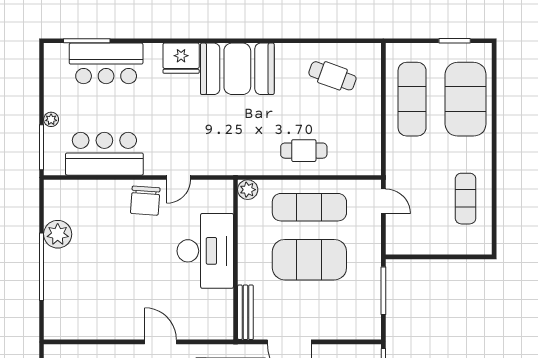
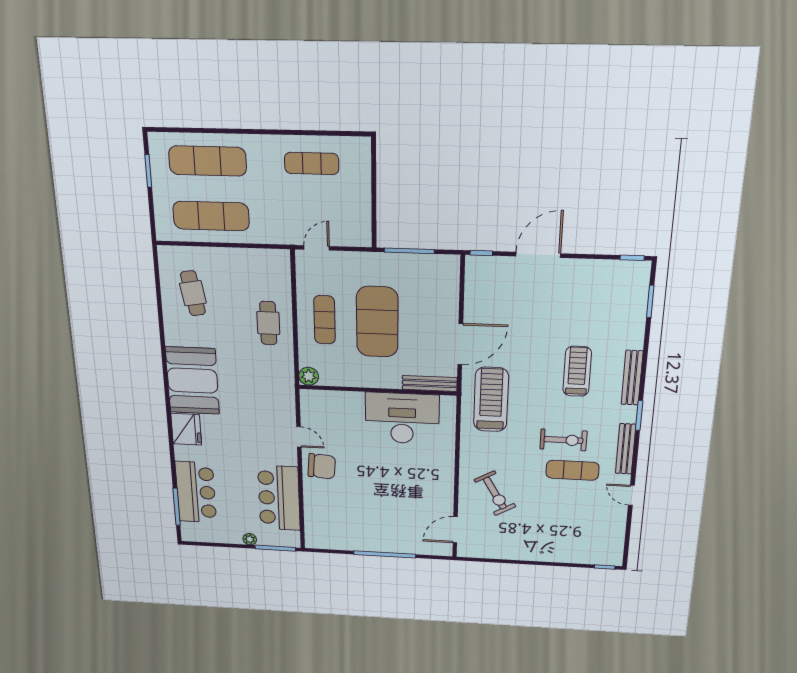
cafe table: (332, 76) -> (193, 293), turned -30
exercise mat: (466, 99) -> (207, 161), width x0.68
exercise mat: (309, 207) -> (324, 320), width x0.73, depth x0.69
plant: (58, 234) -> (354, 540), removed
desk: (205, 251) -> (402, 418), moved
door: (160, 342) -> (455, 530), moved

